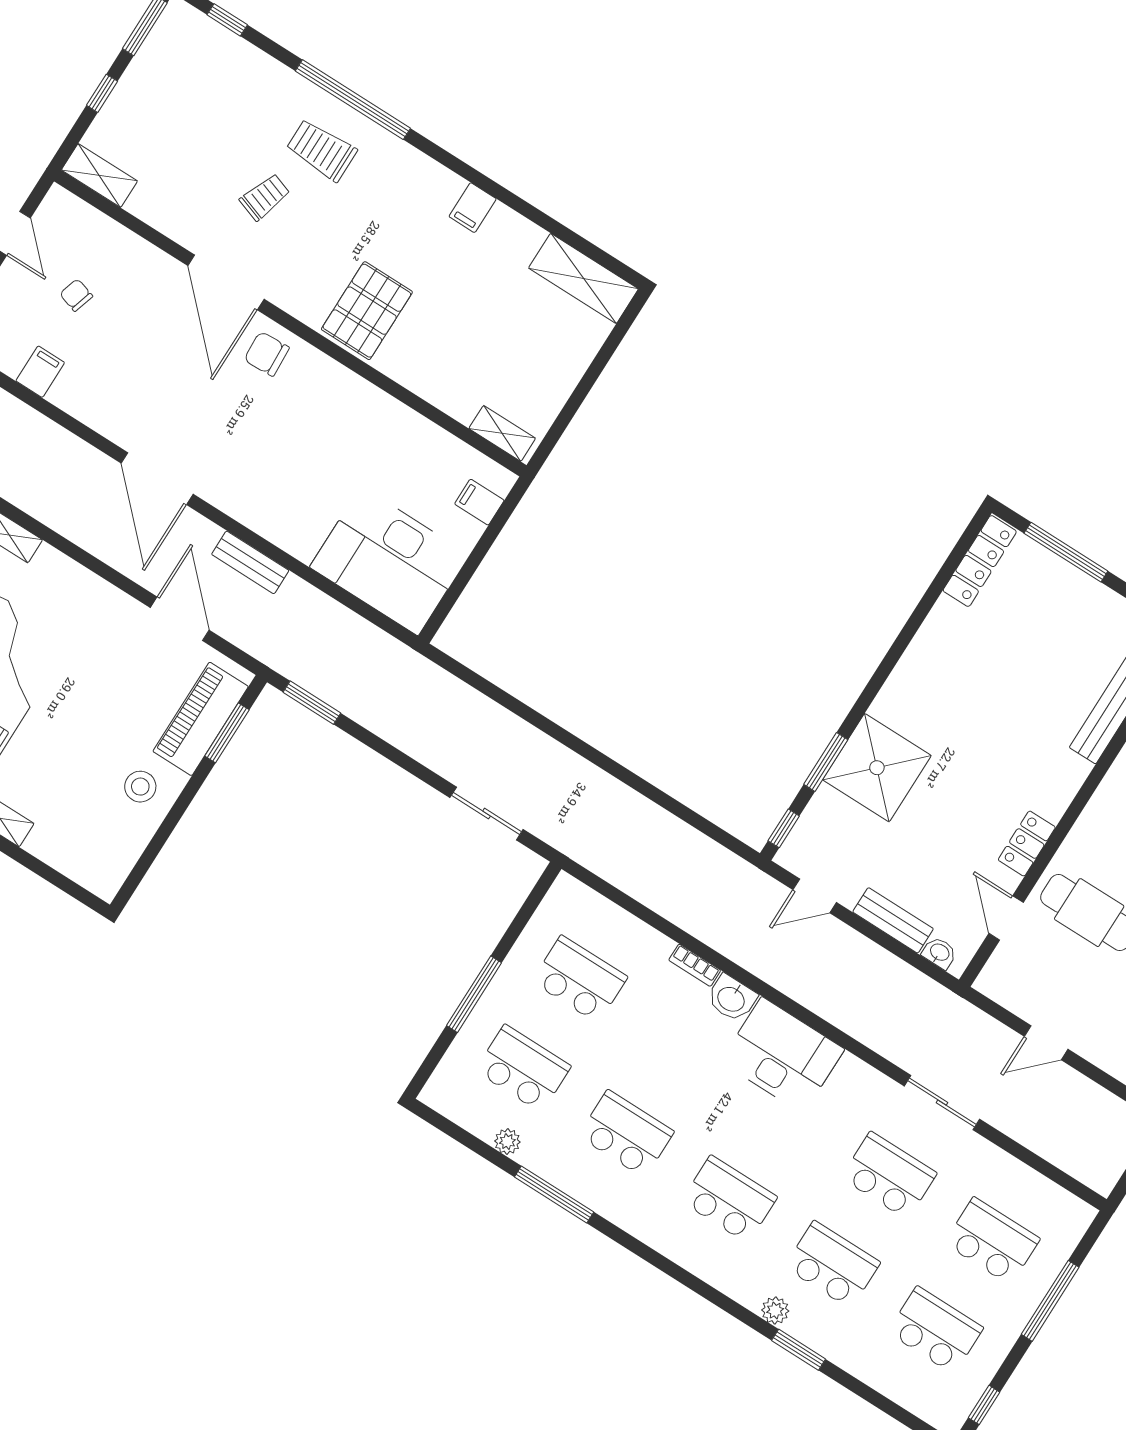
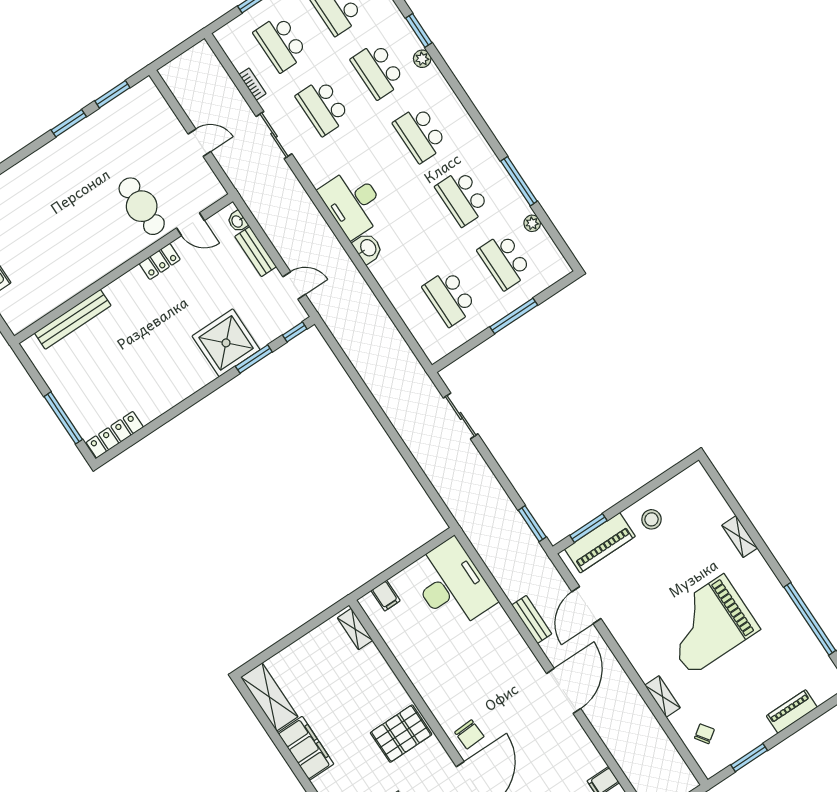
filing cabinet: (473, 208) -> (306, 748), width x3.00, depth x1.17
door: (1006, 918) -> (190, 224), hinge flipped
bookcase: (695, 965) -> (253, 84), moved

